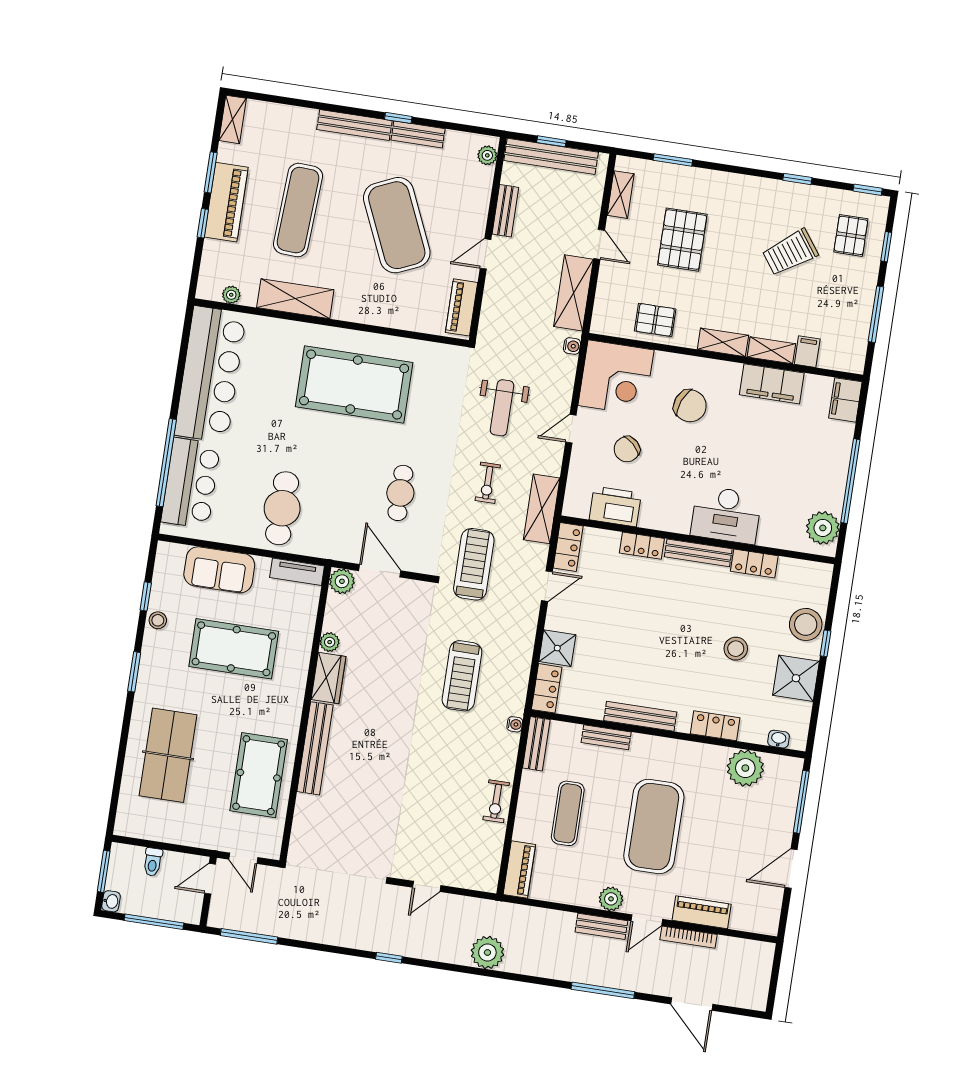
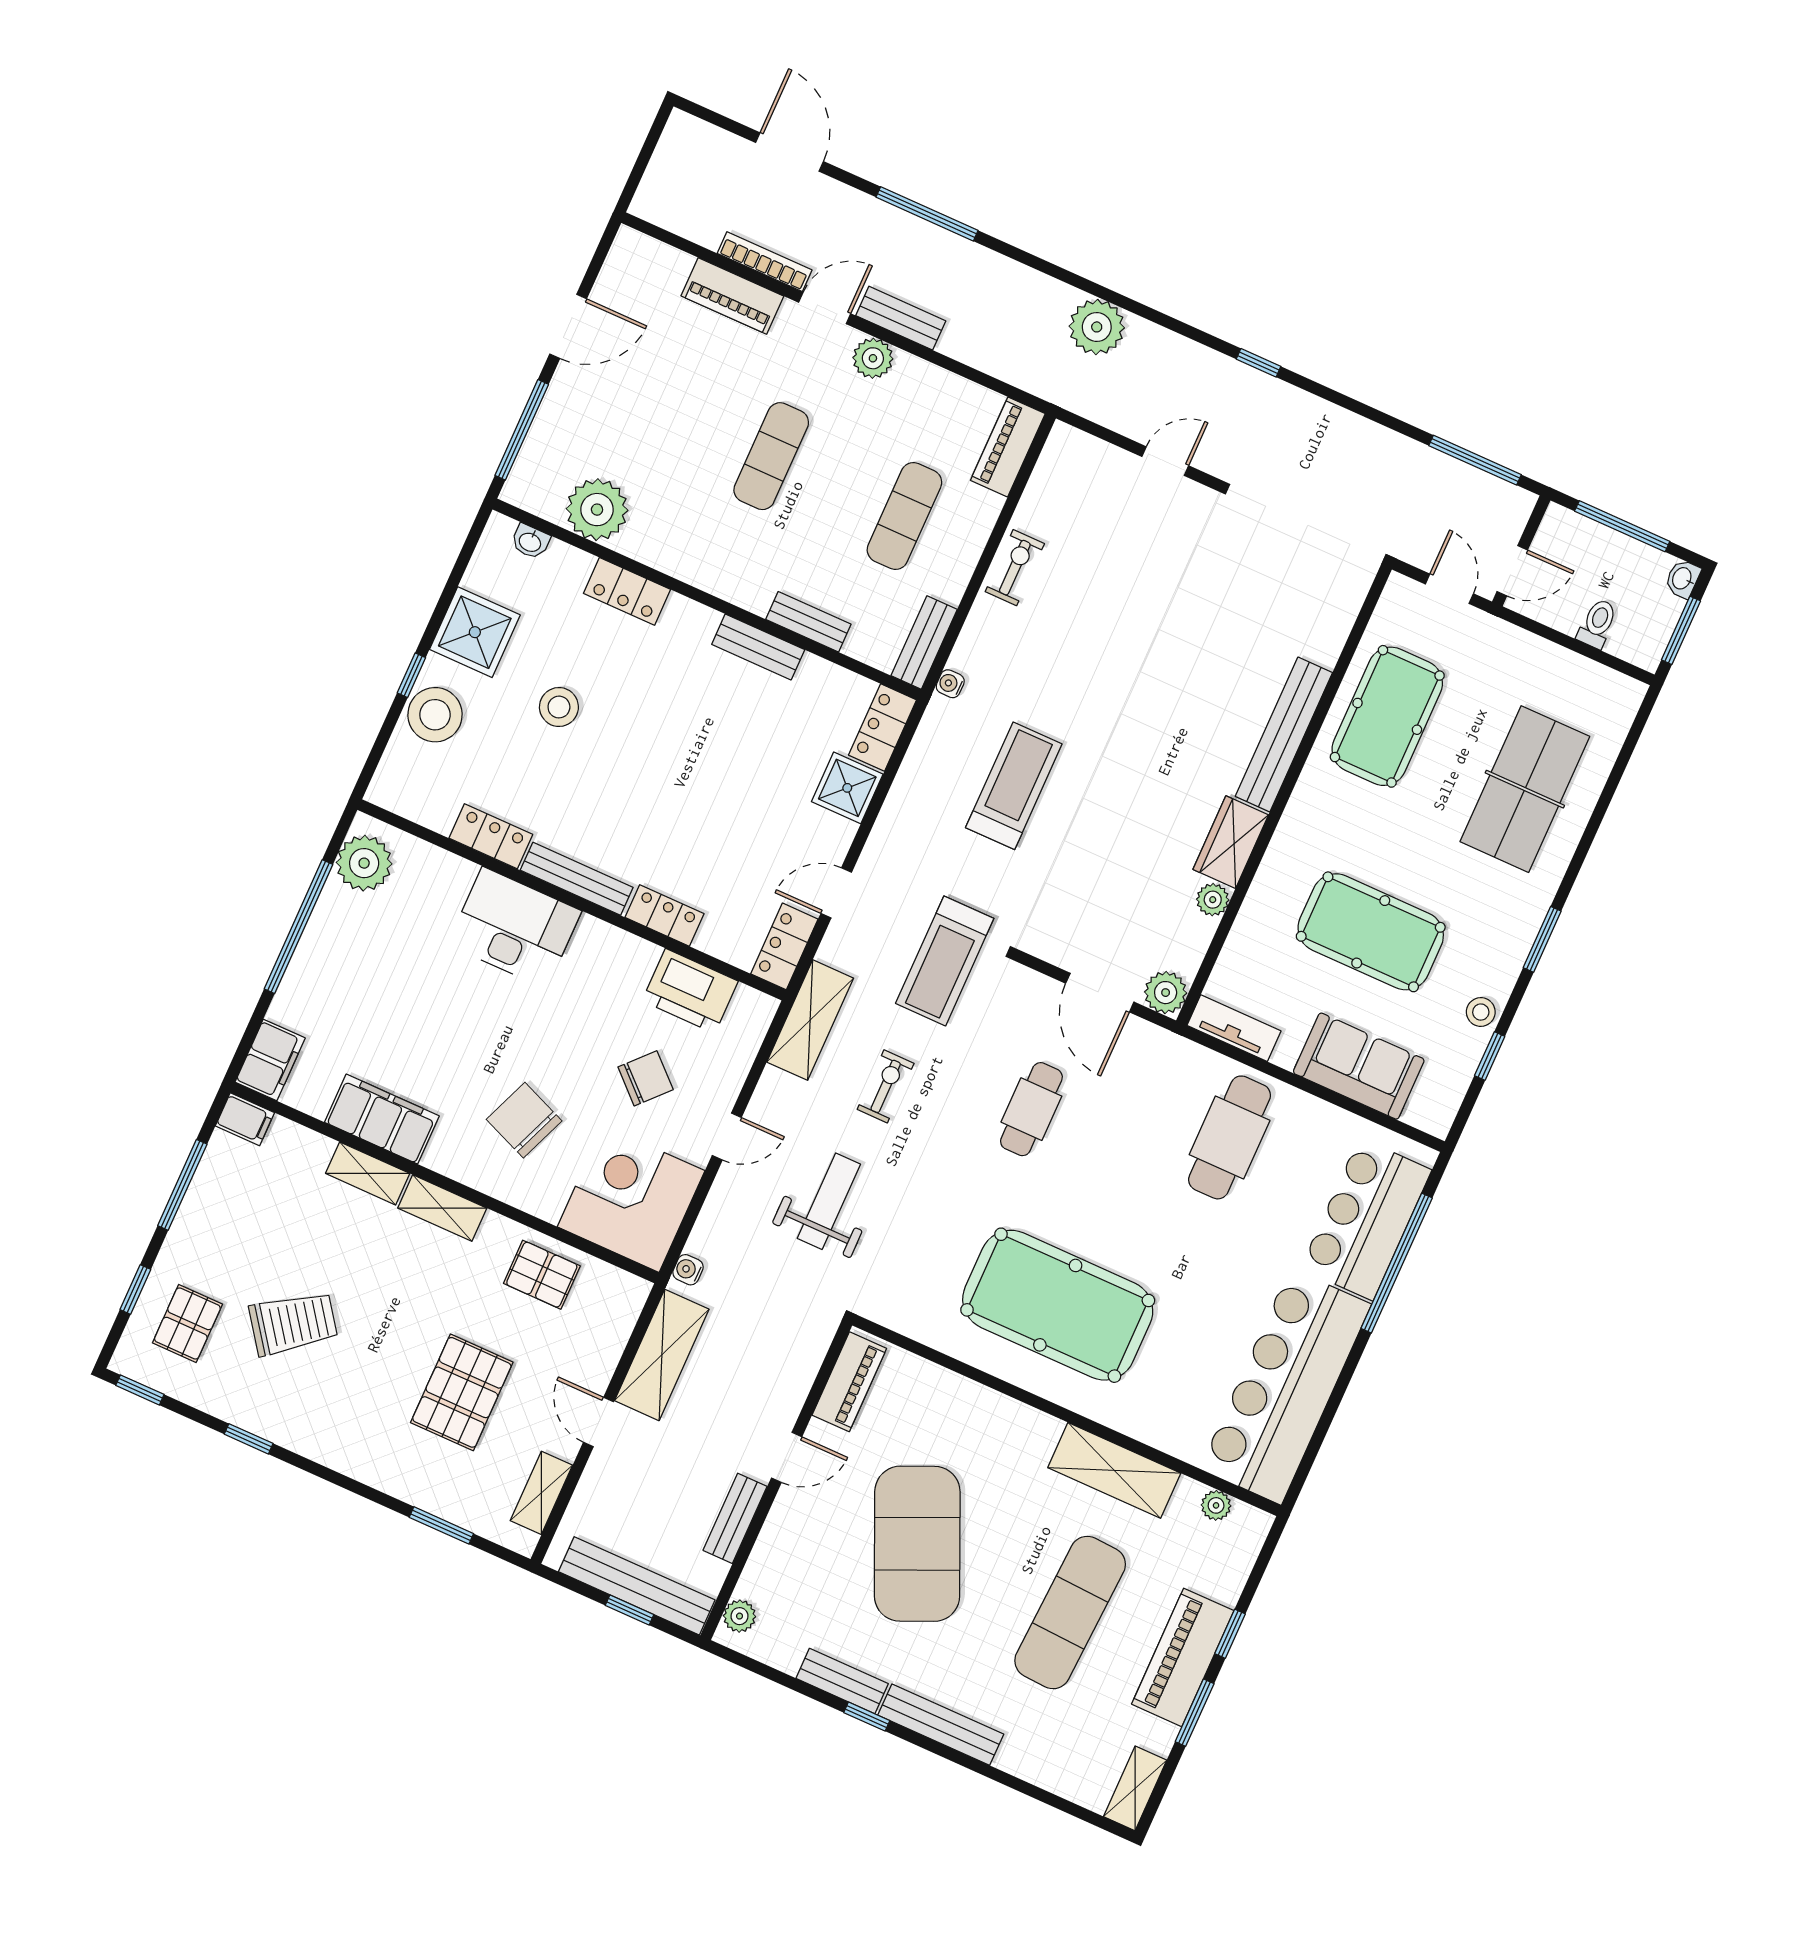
filing cabinet: (807, 352) -> (245, 1119), moved, turned -90
bench: (640, 716) -> (758, 647), width x0.73
exercise mat: (654, 826) -> (771, 456), width x0.50, depth x0.69

